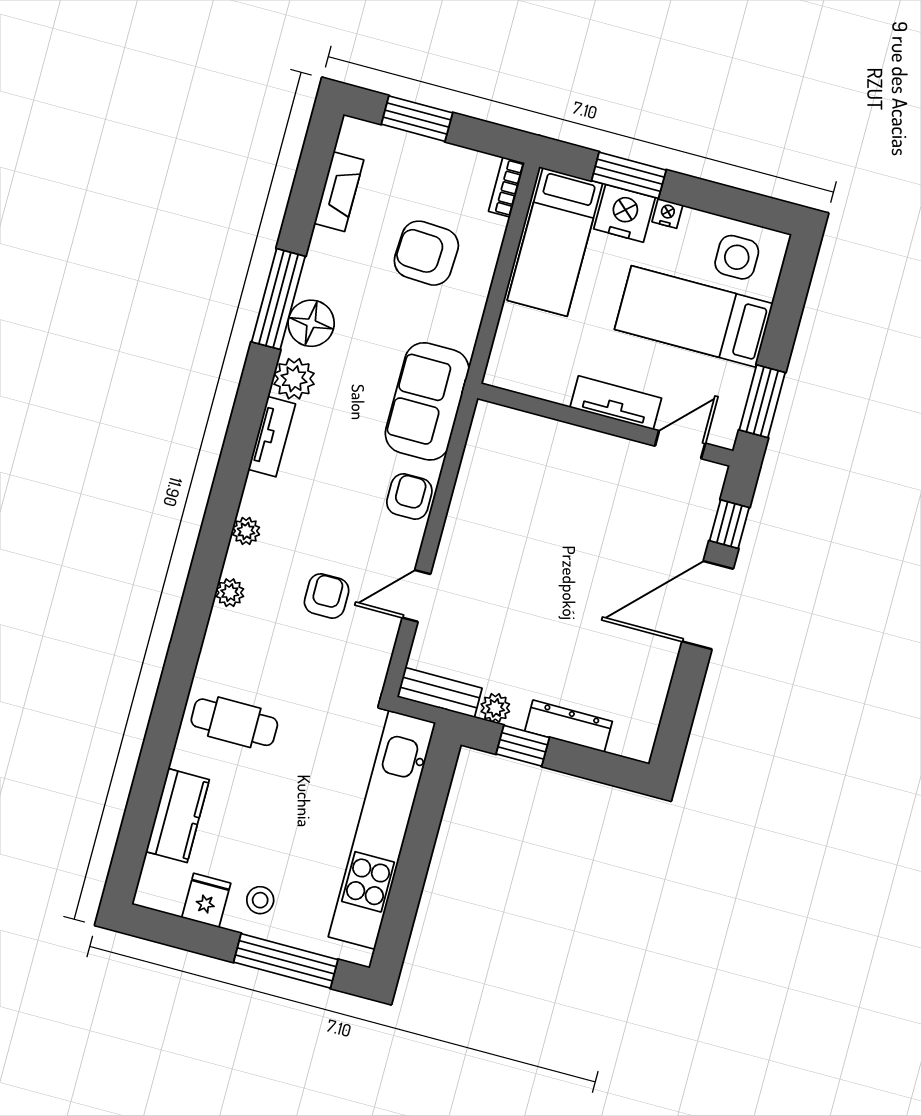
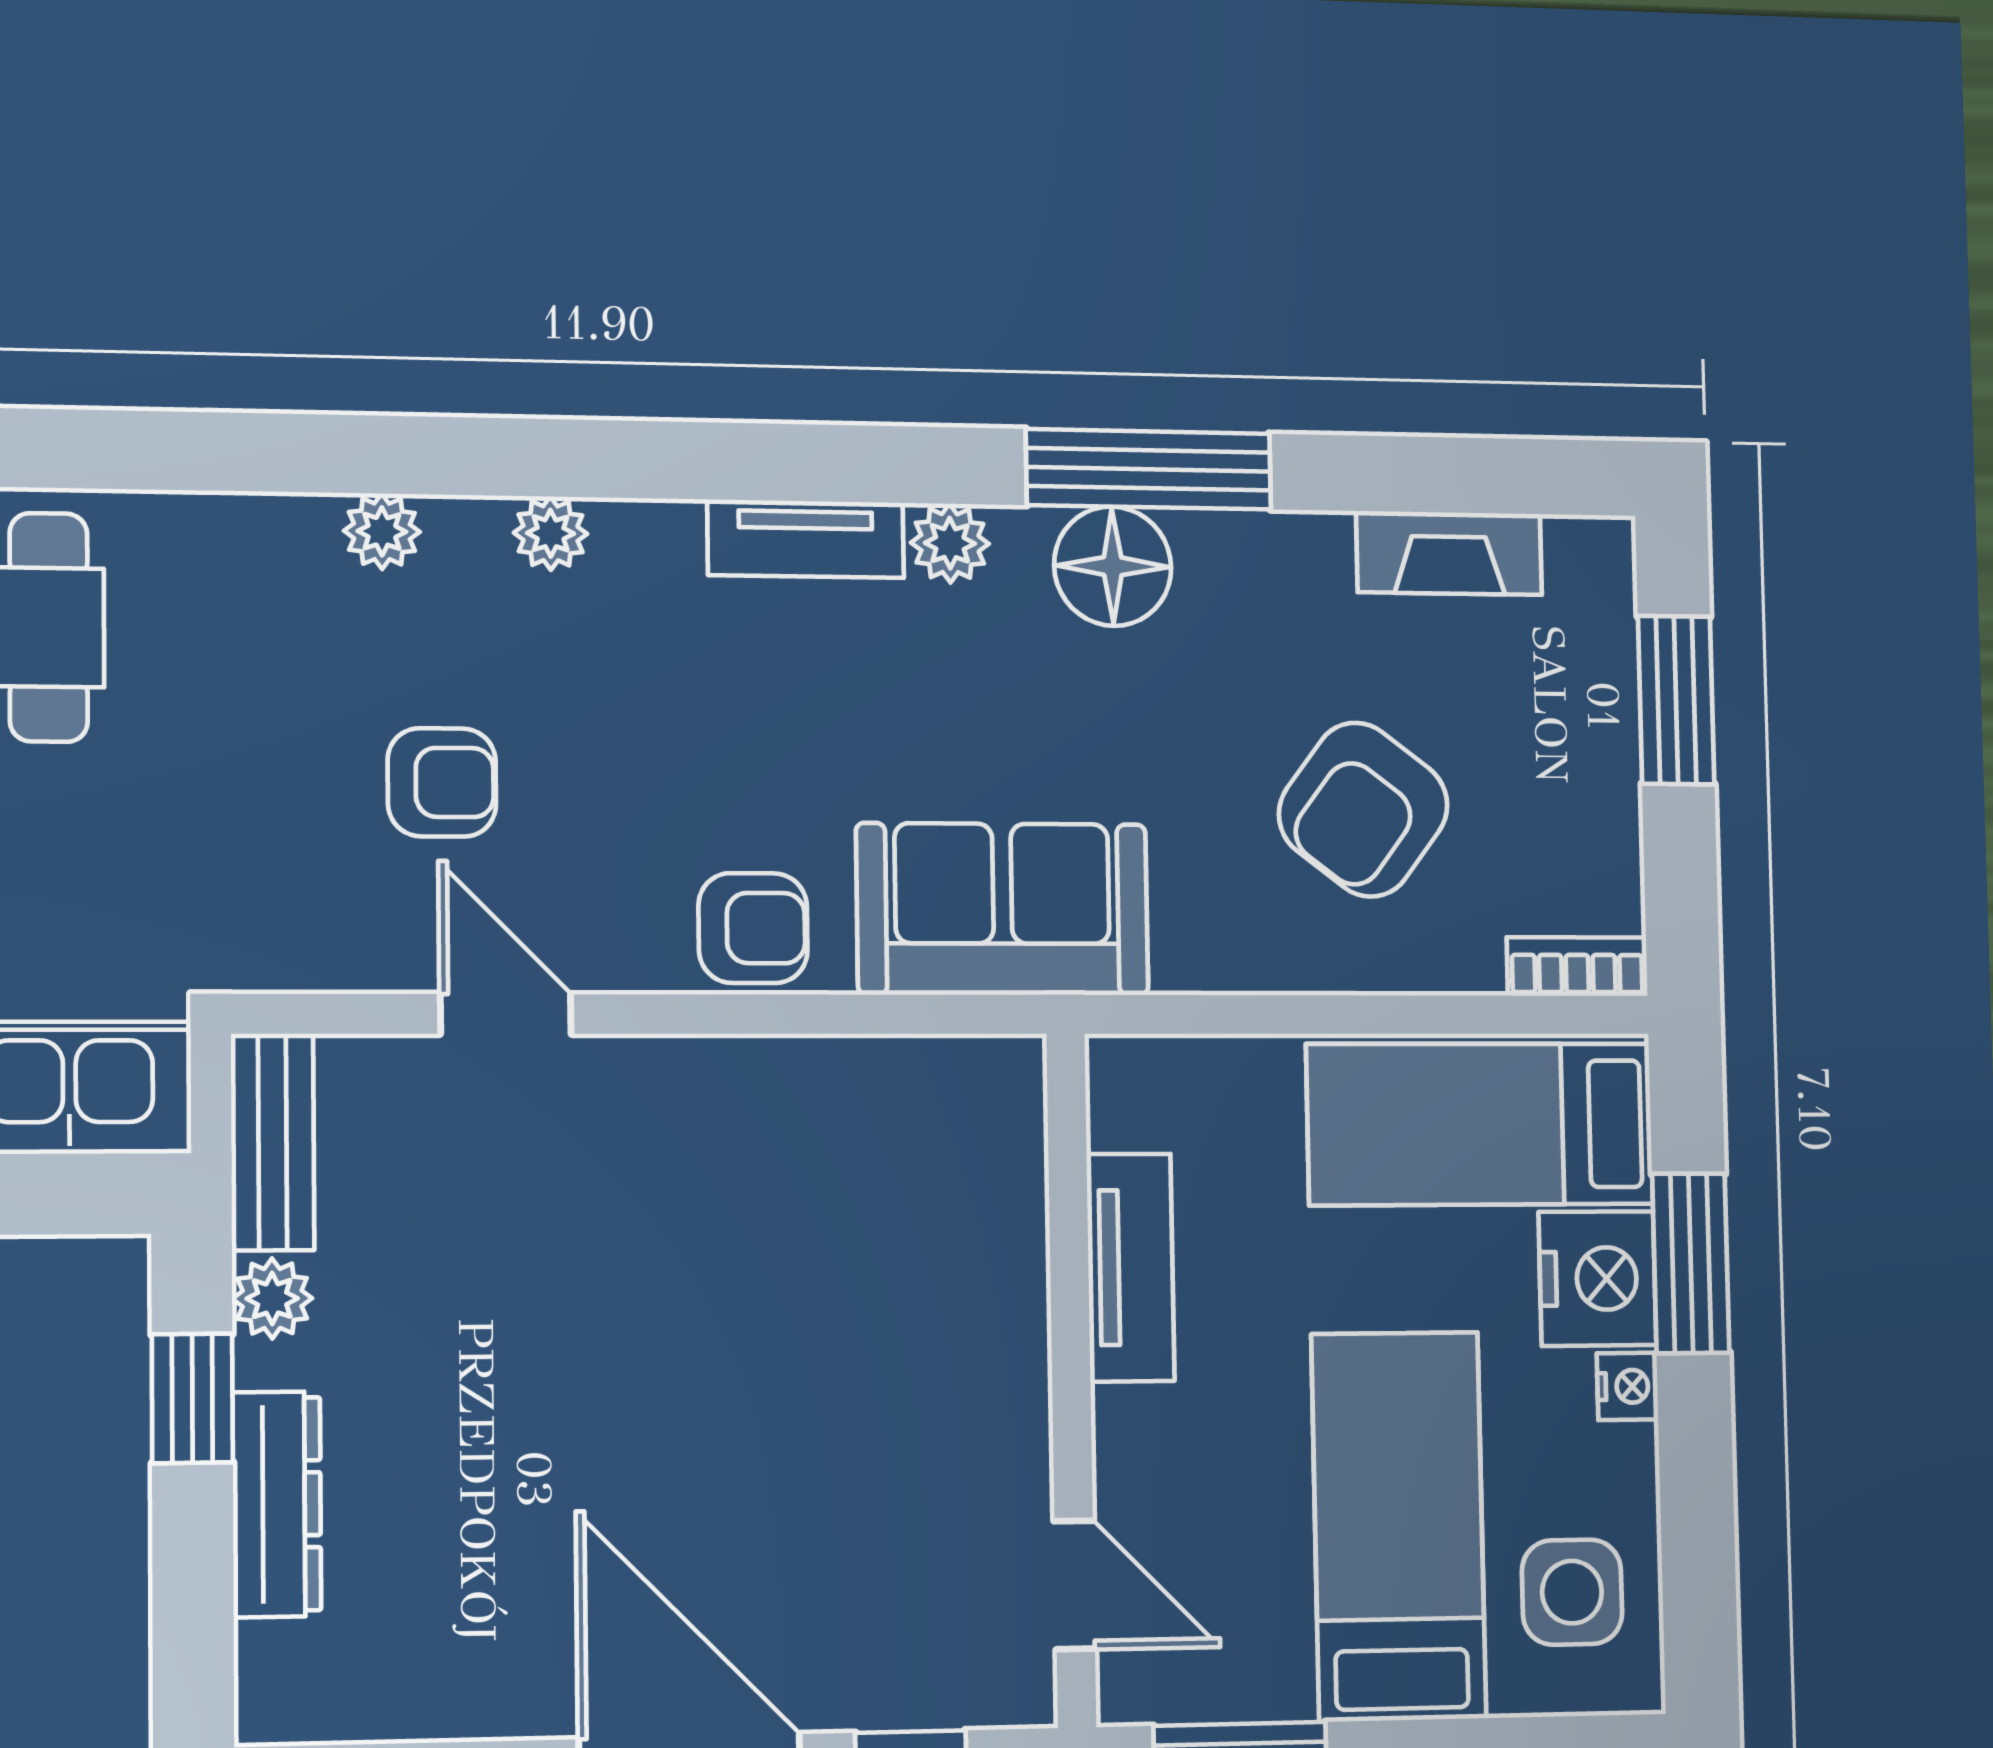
armchair: (426, 253) -> (1363, 810), turned -146
plant: (294, 379) -> (950, 543), width x0.73, depth x0.73
tv unit: (616, 403) -> (1130, 1267), moved

